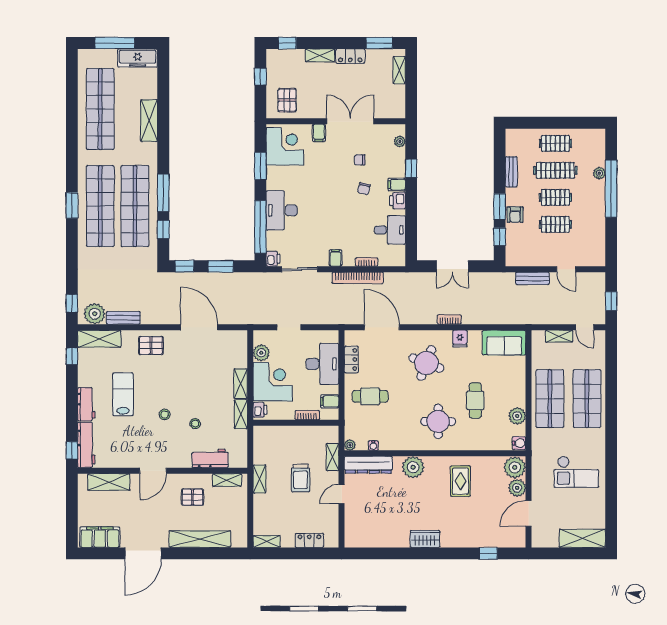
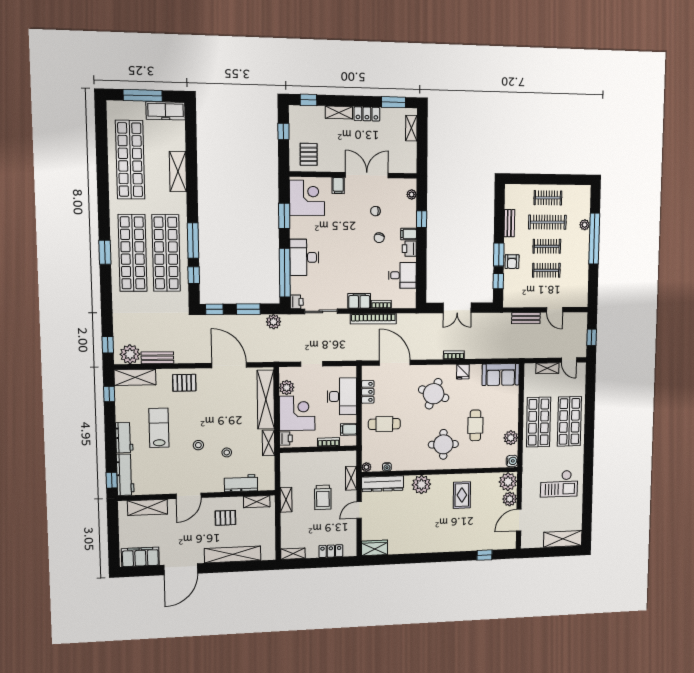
filing cabinet: (336, 258) -> (359, 301), width x2.00
plant: (248, 280) -> (273, 322), added
shelving: (241, 384) -> (266, 400), width x2.20, depth x1.33
wardrobe: (425, 539) -> (375, 548), moved

